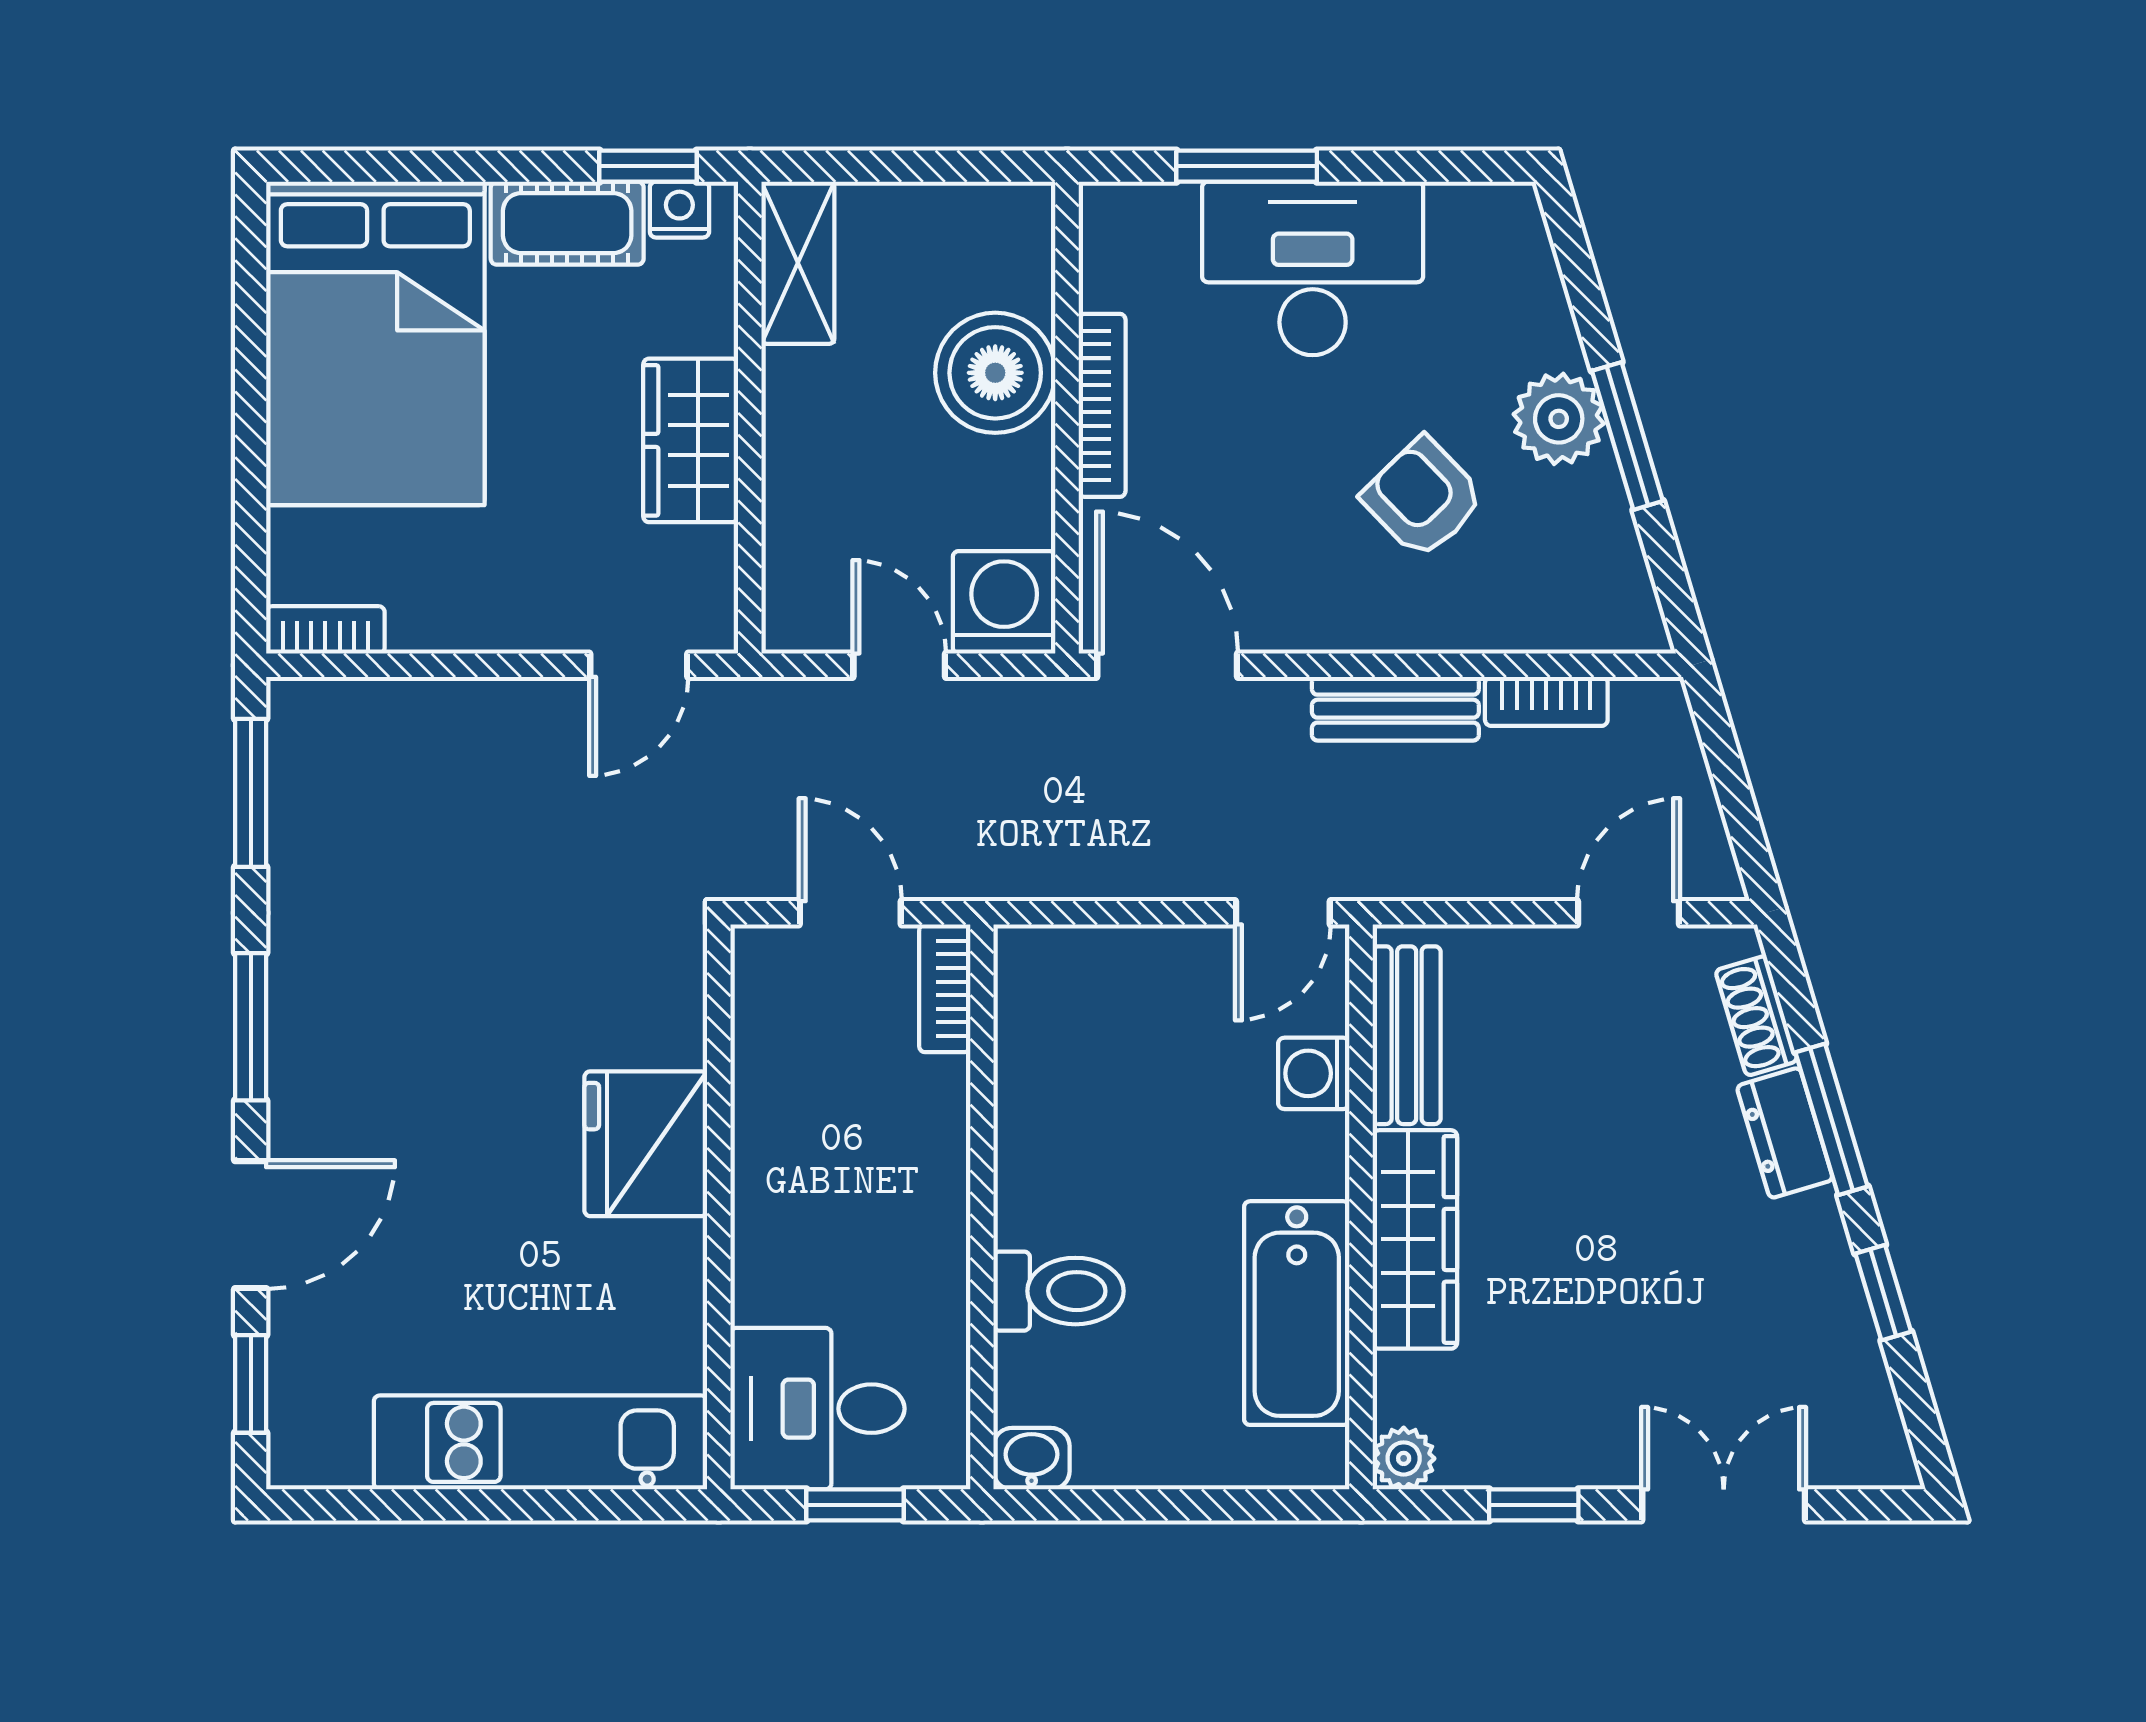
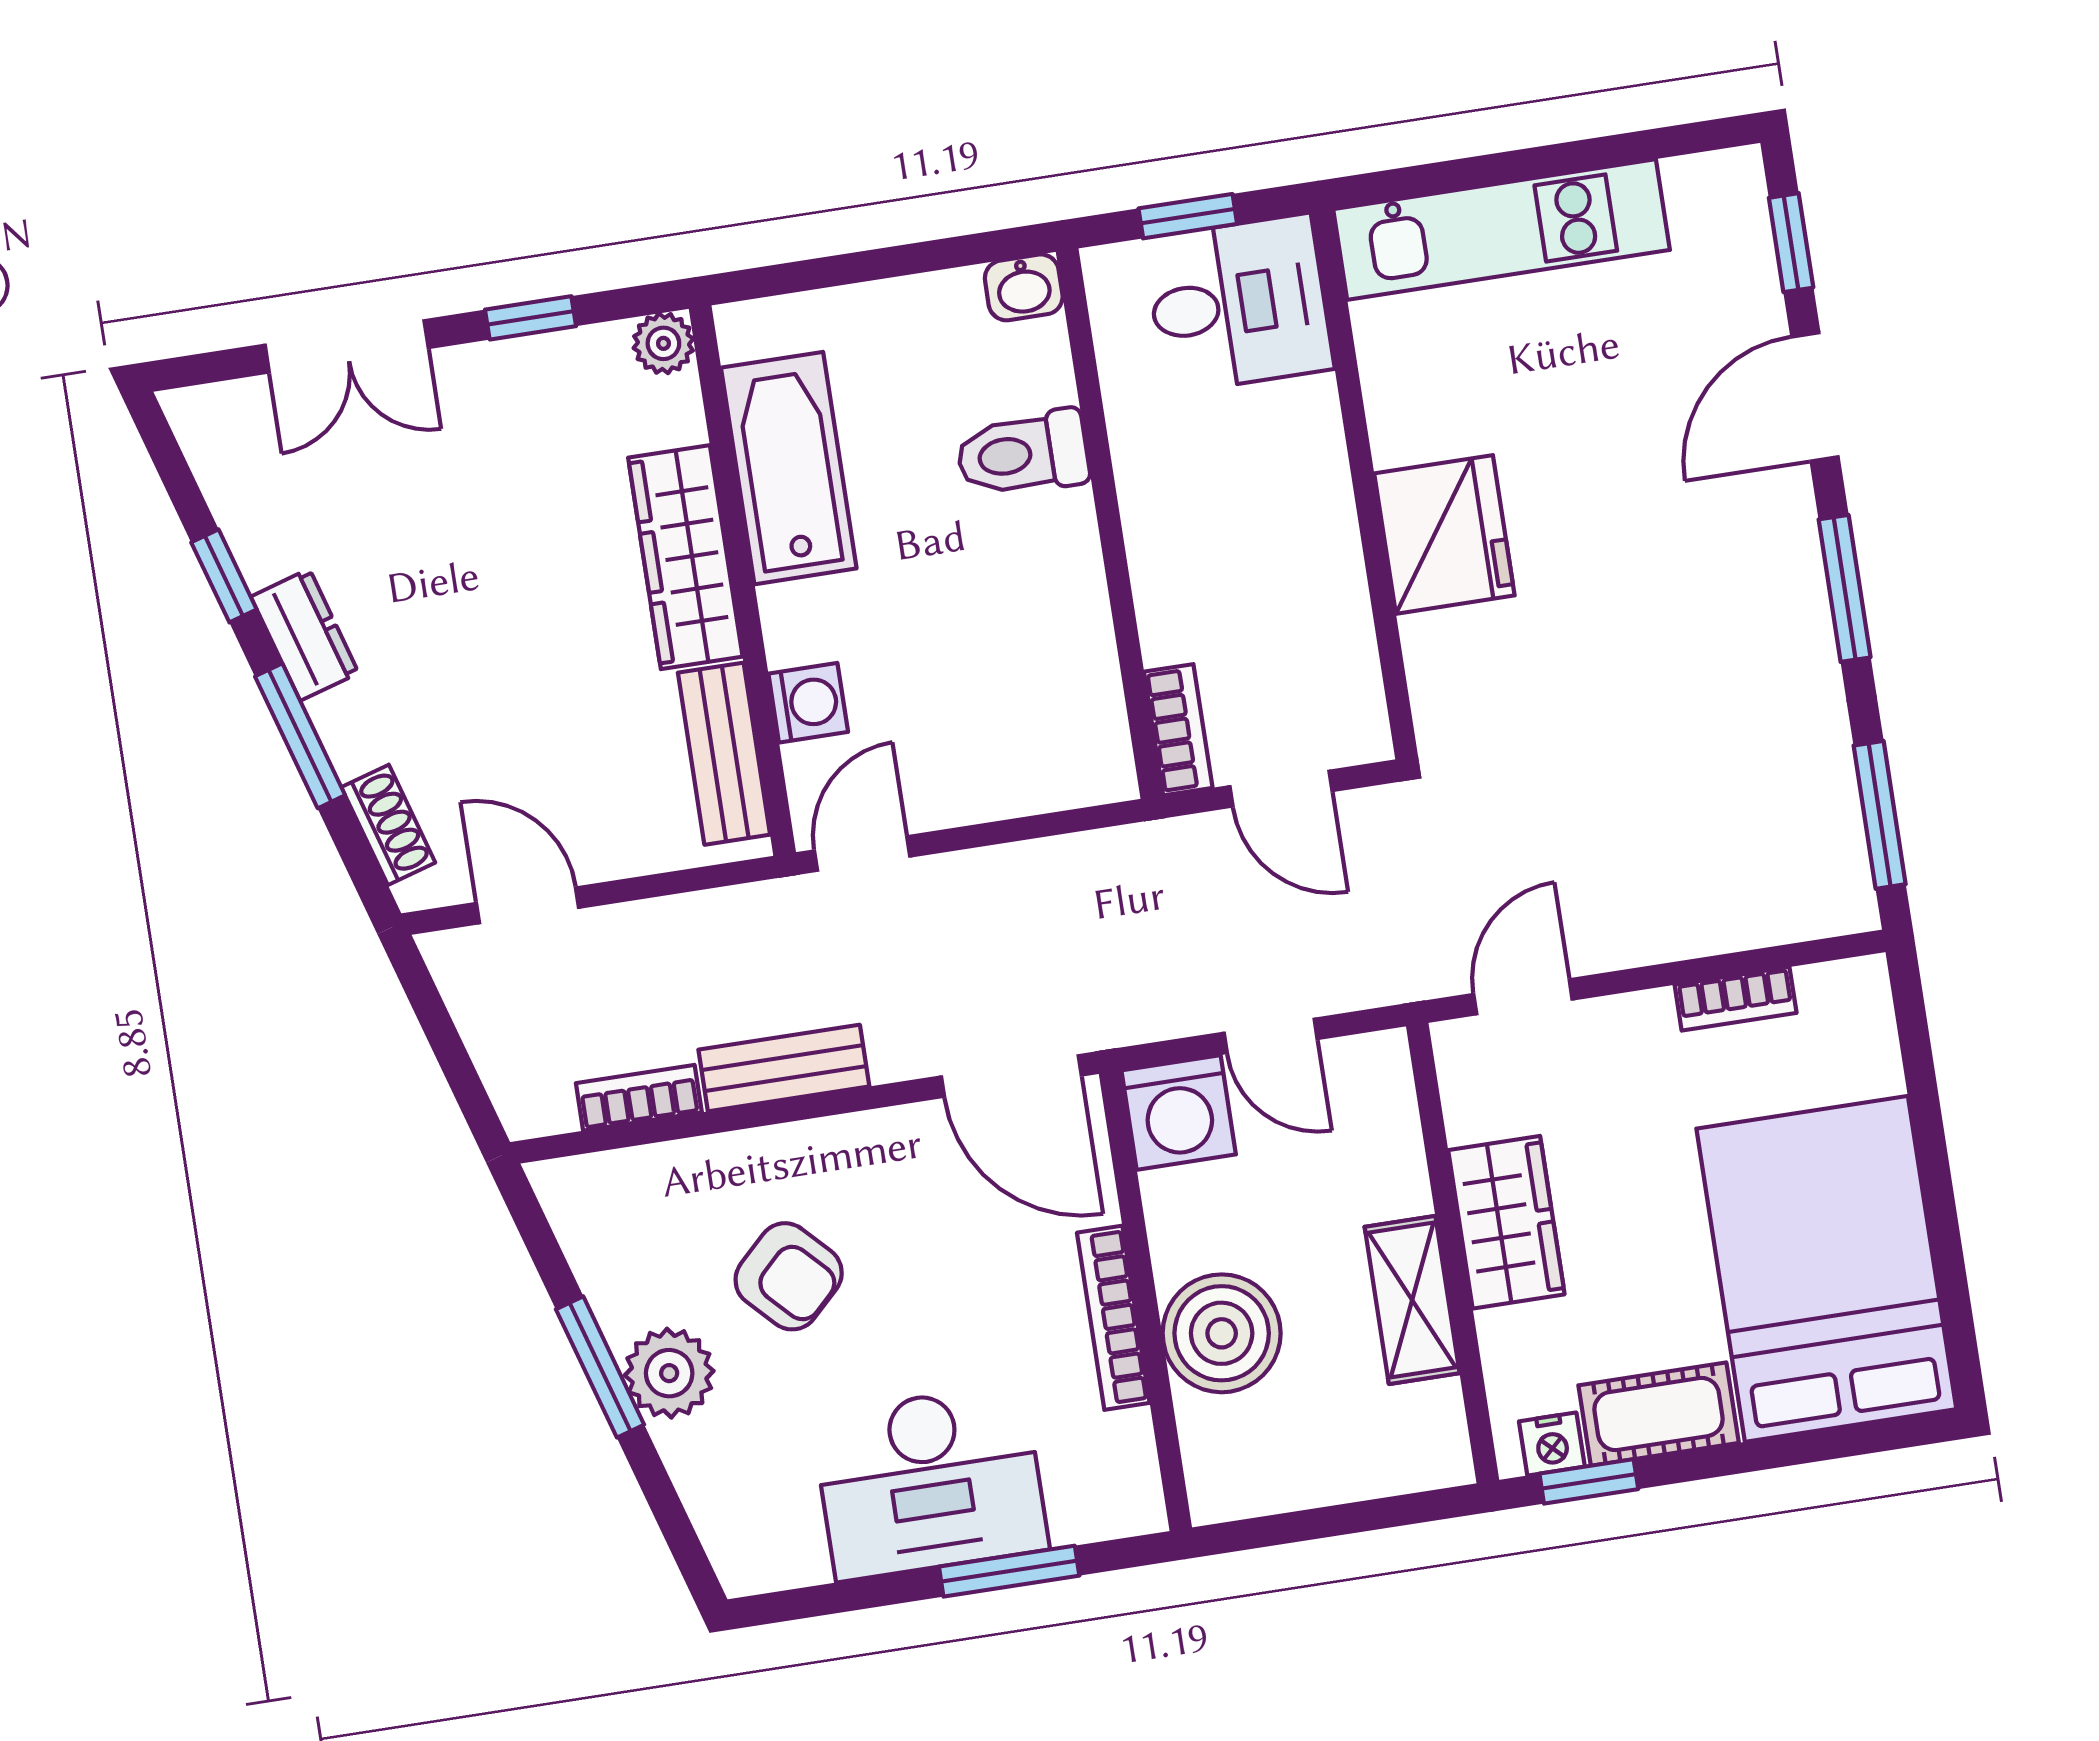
shelving: (798, 263) -> (1412, 1300), moved
bookcase: (325, 630) -> (1736, 999), moved
door: (1628, 913) -> (528, 905), swing flipped
dresser: (1785, 1133) -> (305, 635), moved

